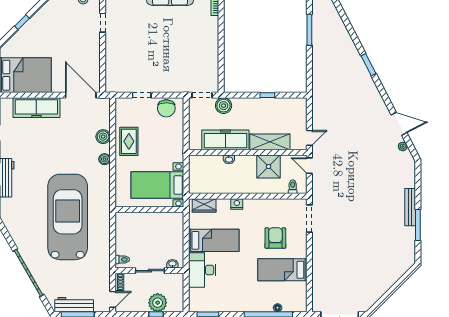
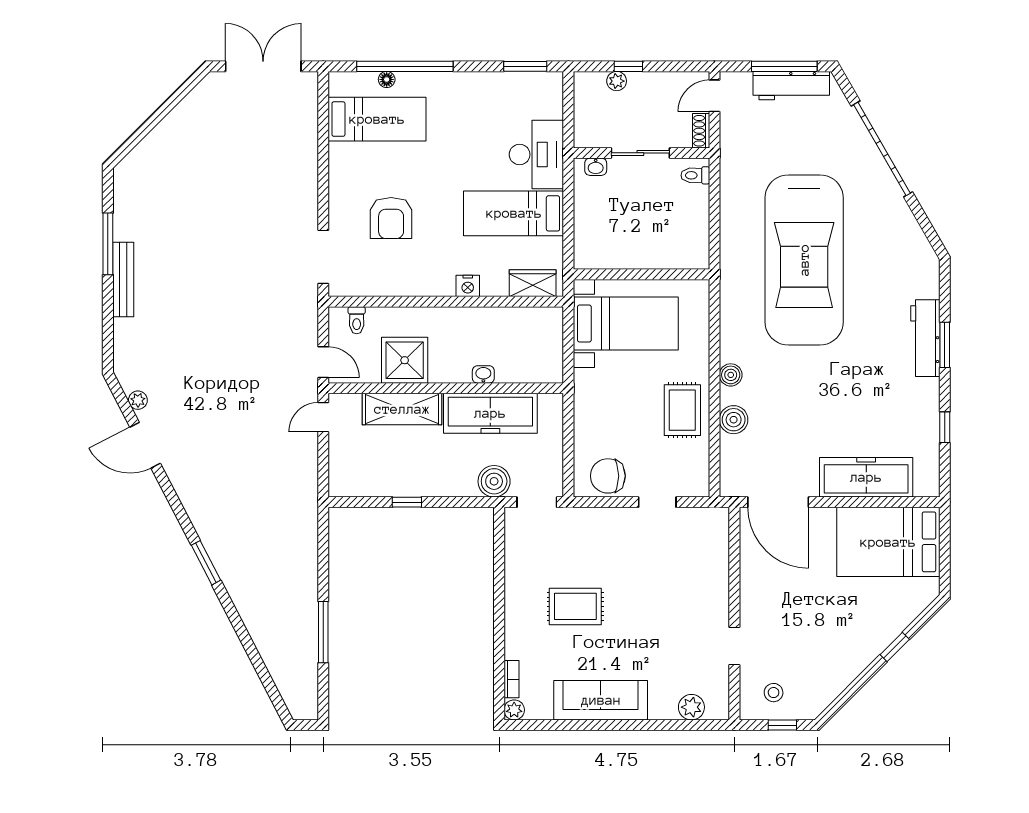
rug: (183, 43) -> (575, 606), added
chair: (166, 108) -> (608, 476), turned -90
bed: (282, 270) -> (377, 119), moved
plant: (158, 303) -> (617, 81), width x0.53, depth x0.53

